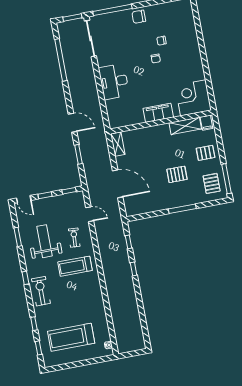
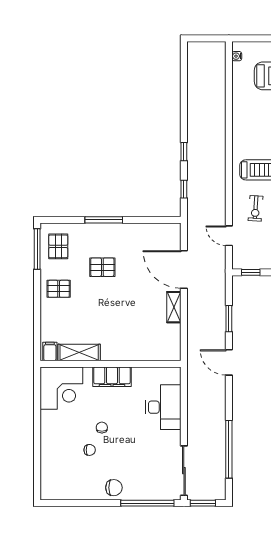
corner desk: (193, 98) -> (61, 388), moved
filing cabinet: (158, 113) -> (112, 377), moved
wall: (161, 122) -> (111, 364), moved
filing cabinet: (206, 123) -> (50, 351), moved
shelving: (185, 126) -> (79, 352), moved
shelving: (118, 144) -> (174, 307), moved

